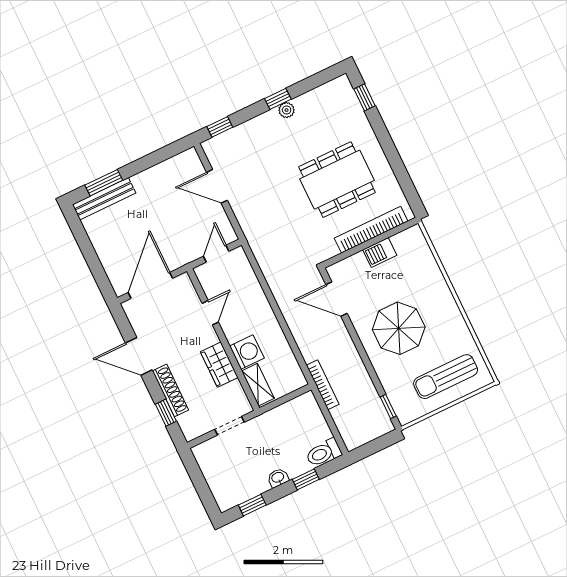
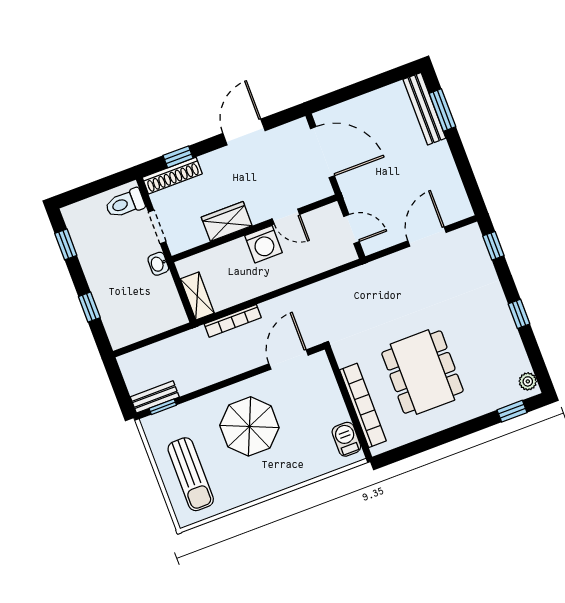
plant: (287, 110) -> (528, 381), moved
barbecue: (380, 252) -> (346, 439), moved
washing machine: (247, 352) -> (264, 244), moved
sun lounger: (446, 377) -> (191, 474), turned 180
shelving: (258, 385) -> (197, 296), moved, turned 90
bookcase: (323, 385) -> (233, 321), moved
shoe rack: (171, 390) -> (172, 176), moved
bench: (380, 414) -> (155, 397), added
toilet: (324, 453) -> (125, 203), moved, turned -90
washbasin: (278, 478) -> (158, 264), moved, turned 180

